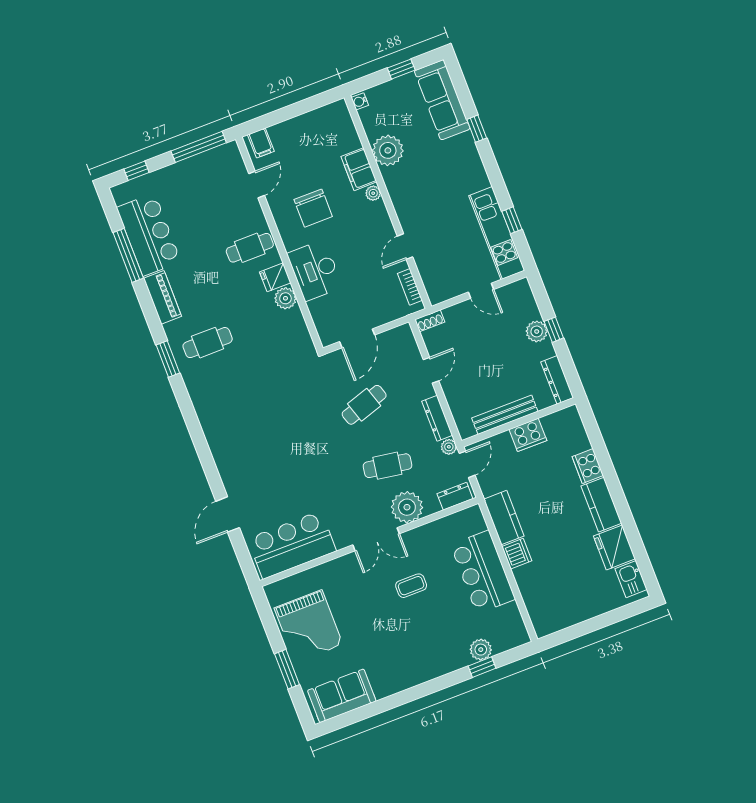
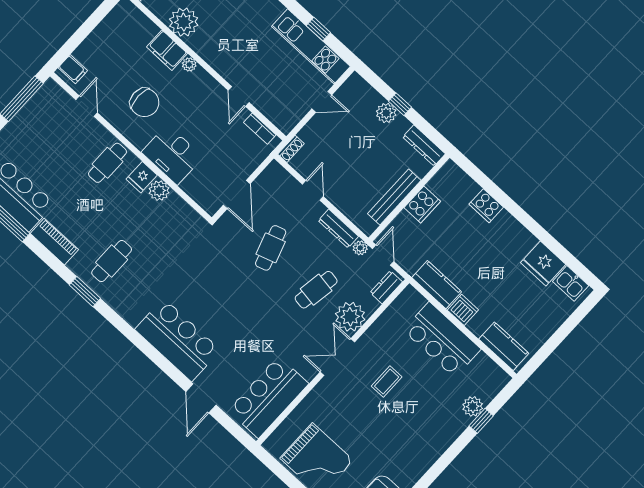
bar counter: (233, 448) -> (178, 340), added
kitchen counter: (601, 505) -> (504, 346), moved, turned 180
double door: (376, 539) -> (337, 357), swing flipped

